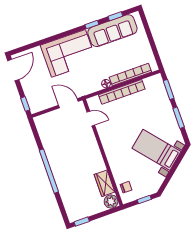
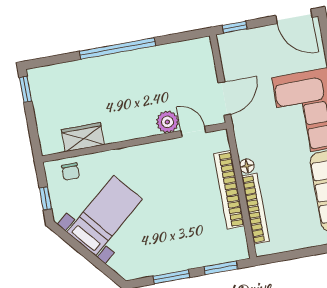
door: (91, 119) -> (193, 132), swing flipped
bed with nightstands: (156, 150) -> (105, 216), moved
plant: (111, 202) -> (167, 122), moved

